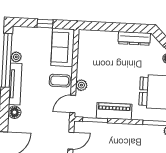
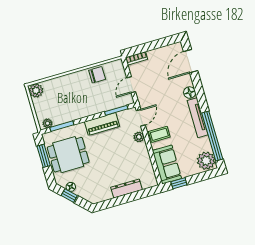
window: (45, 24) -> (179, 183), moved
dresser: (134, 38) -> (126, 188), moved
plant: (16, 57) -> (206, 161), moved, width x1.88, depth x1.88

